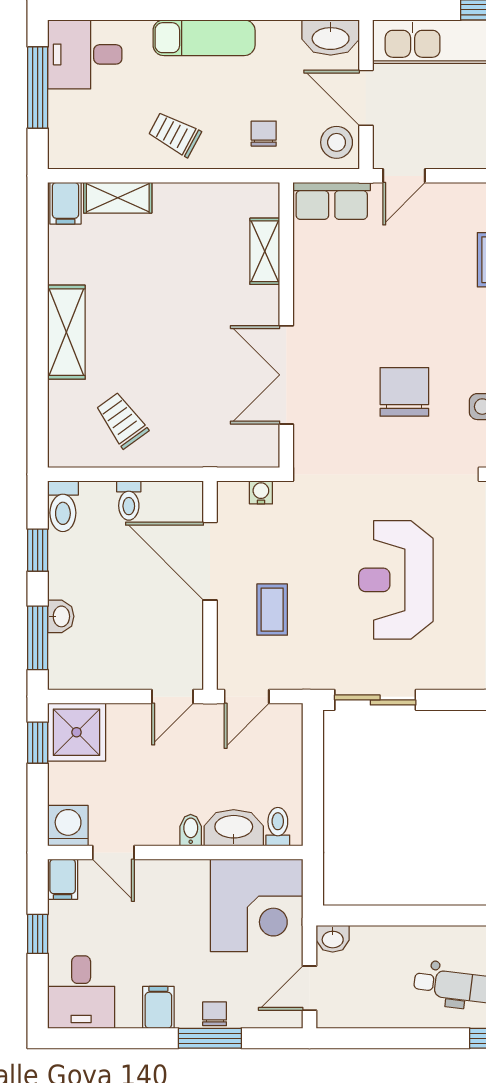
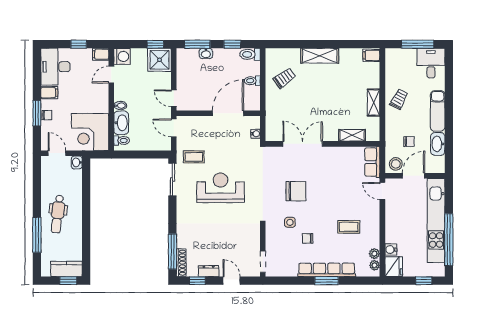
washbasin: (331, 37) -> (438, 144), moved
chair: (264, 134) -> (409, 142), moved
shelving: (118, 198) -> (374, 103), moved
coffee table: (272, 610) -> (194, 157), moved
desk: (81, 992) -> (55, 67), width x1.37

